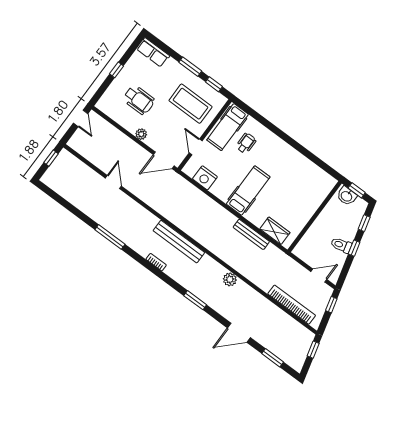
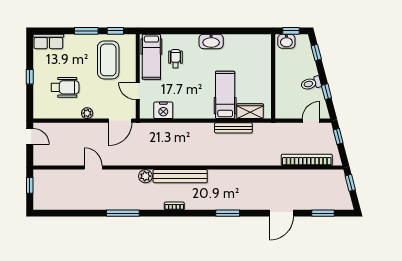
coffee table: (191, 104) -> (108, 60), turned 90
washbasin: (285, 151) -> (211, 41), added
hospital bed: (248, 191) -> (225, 95), moved
window: (354, 248) -> (326, 92), moved
plant: (230, 279) -> (145, 176), moved

